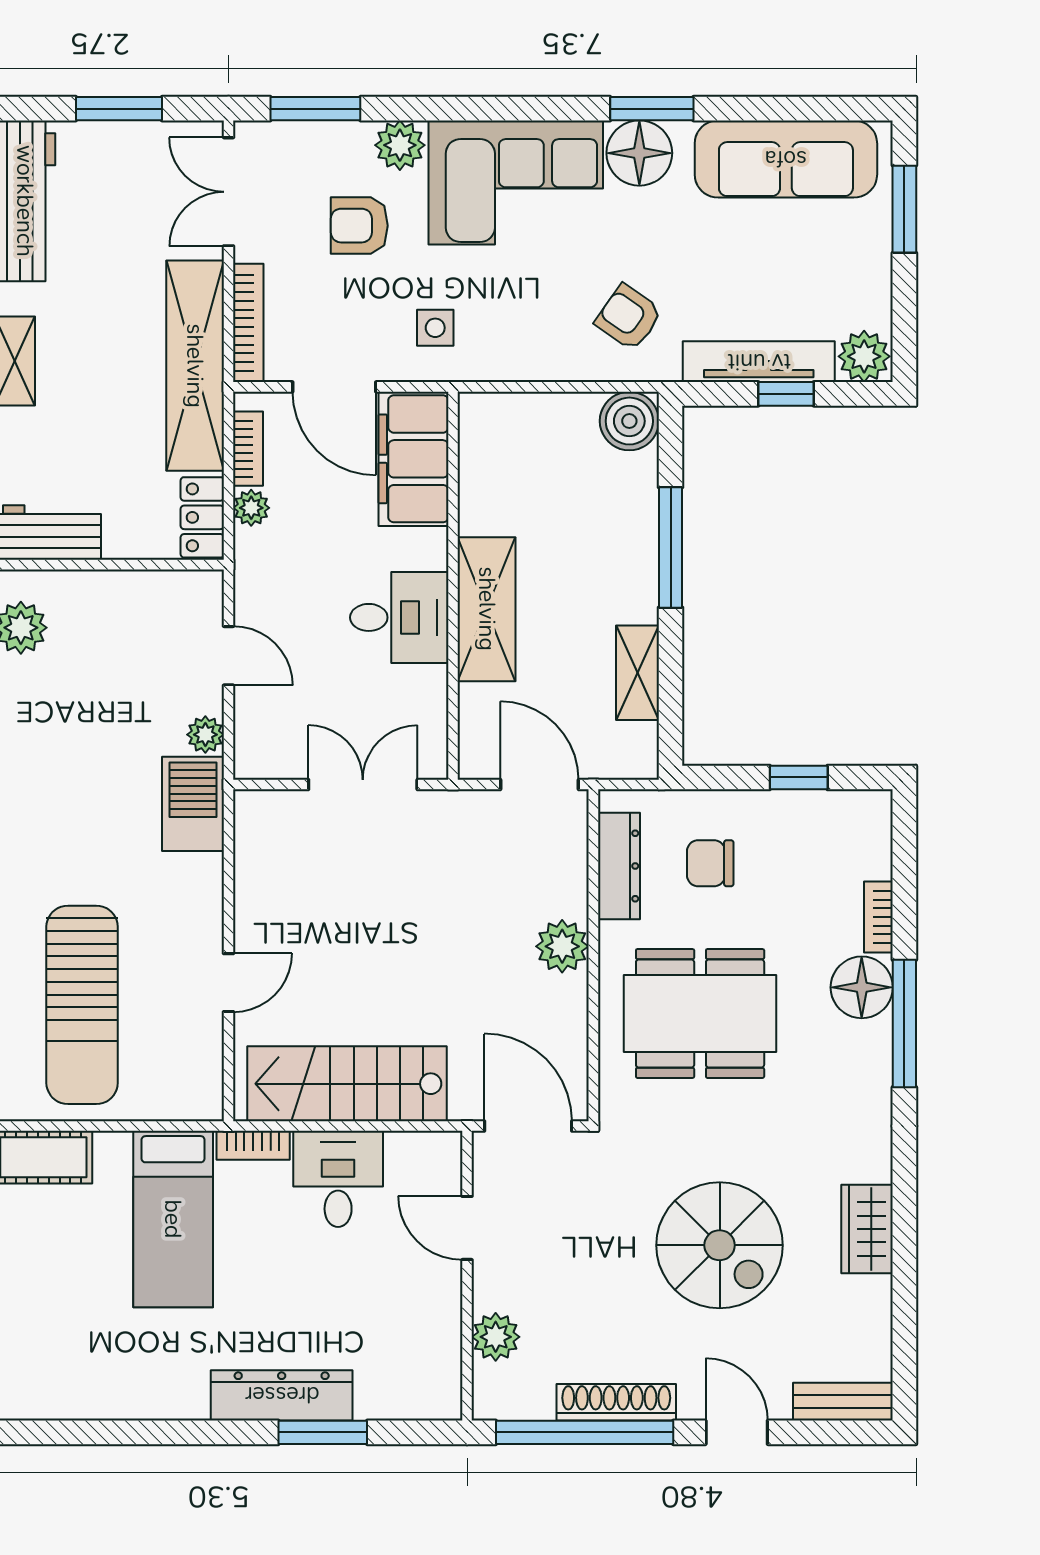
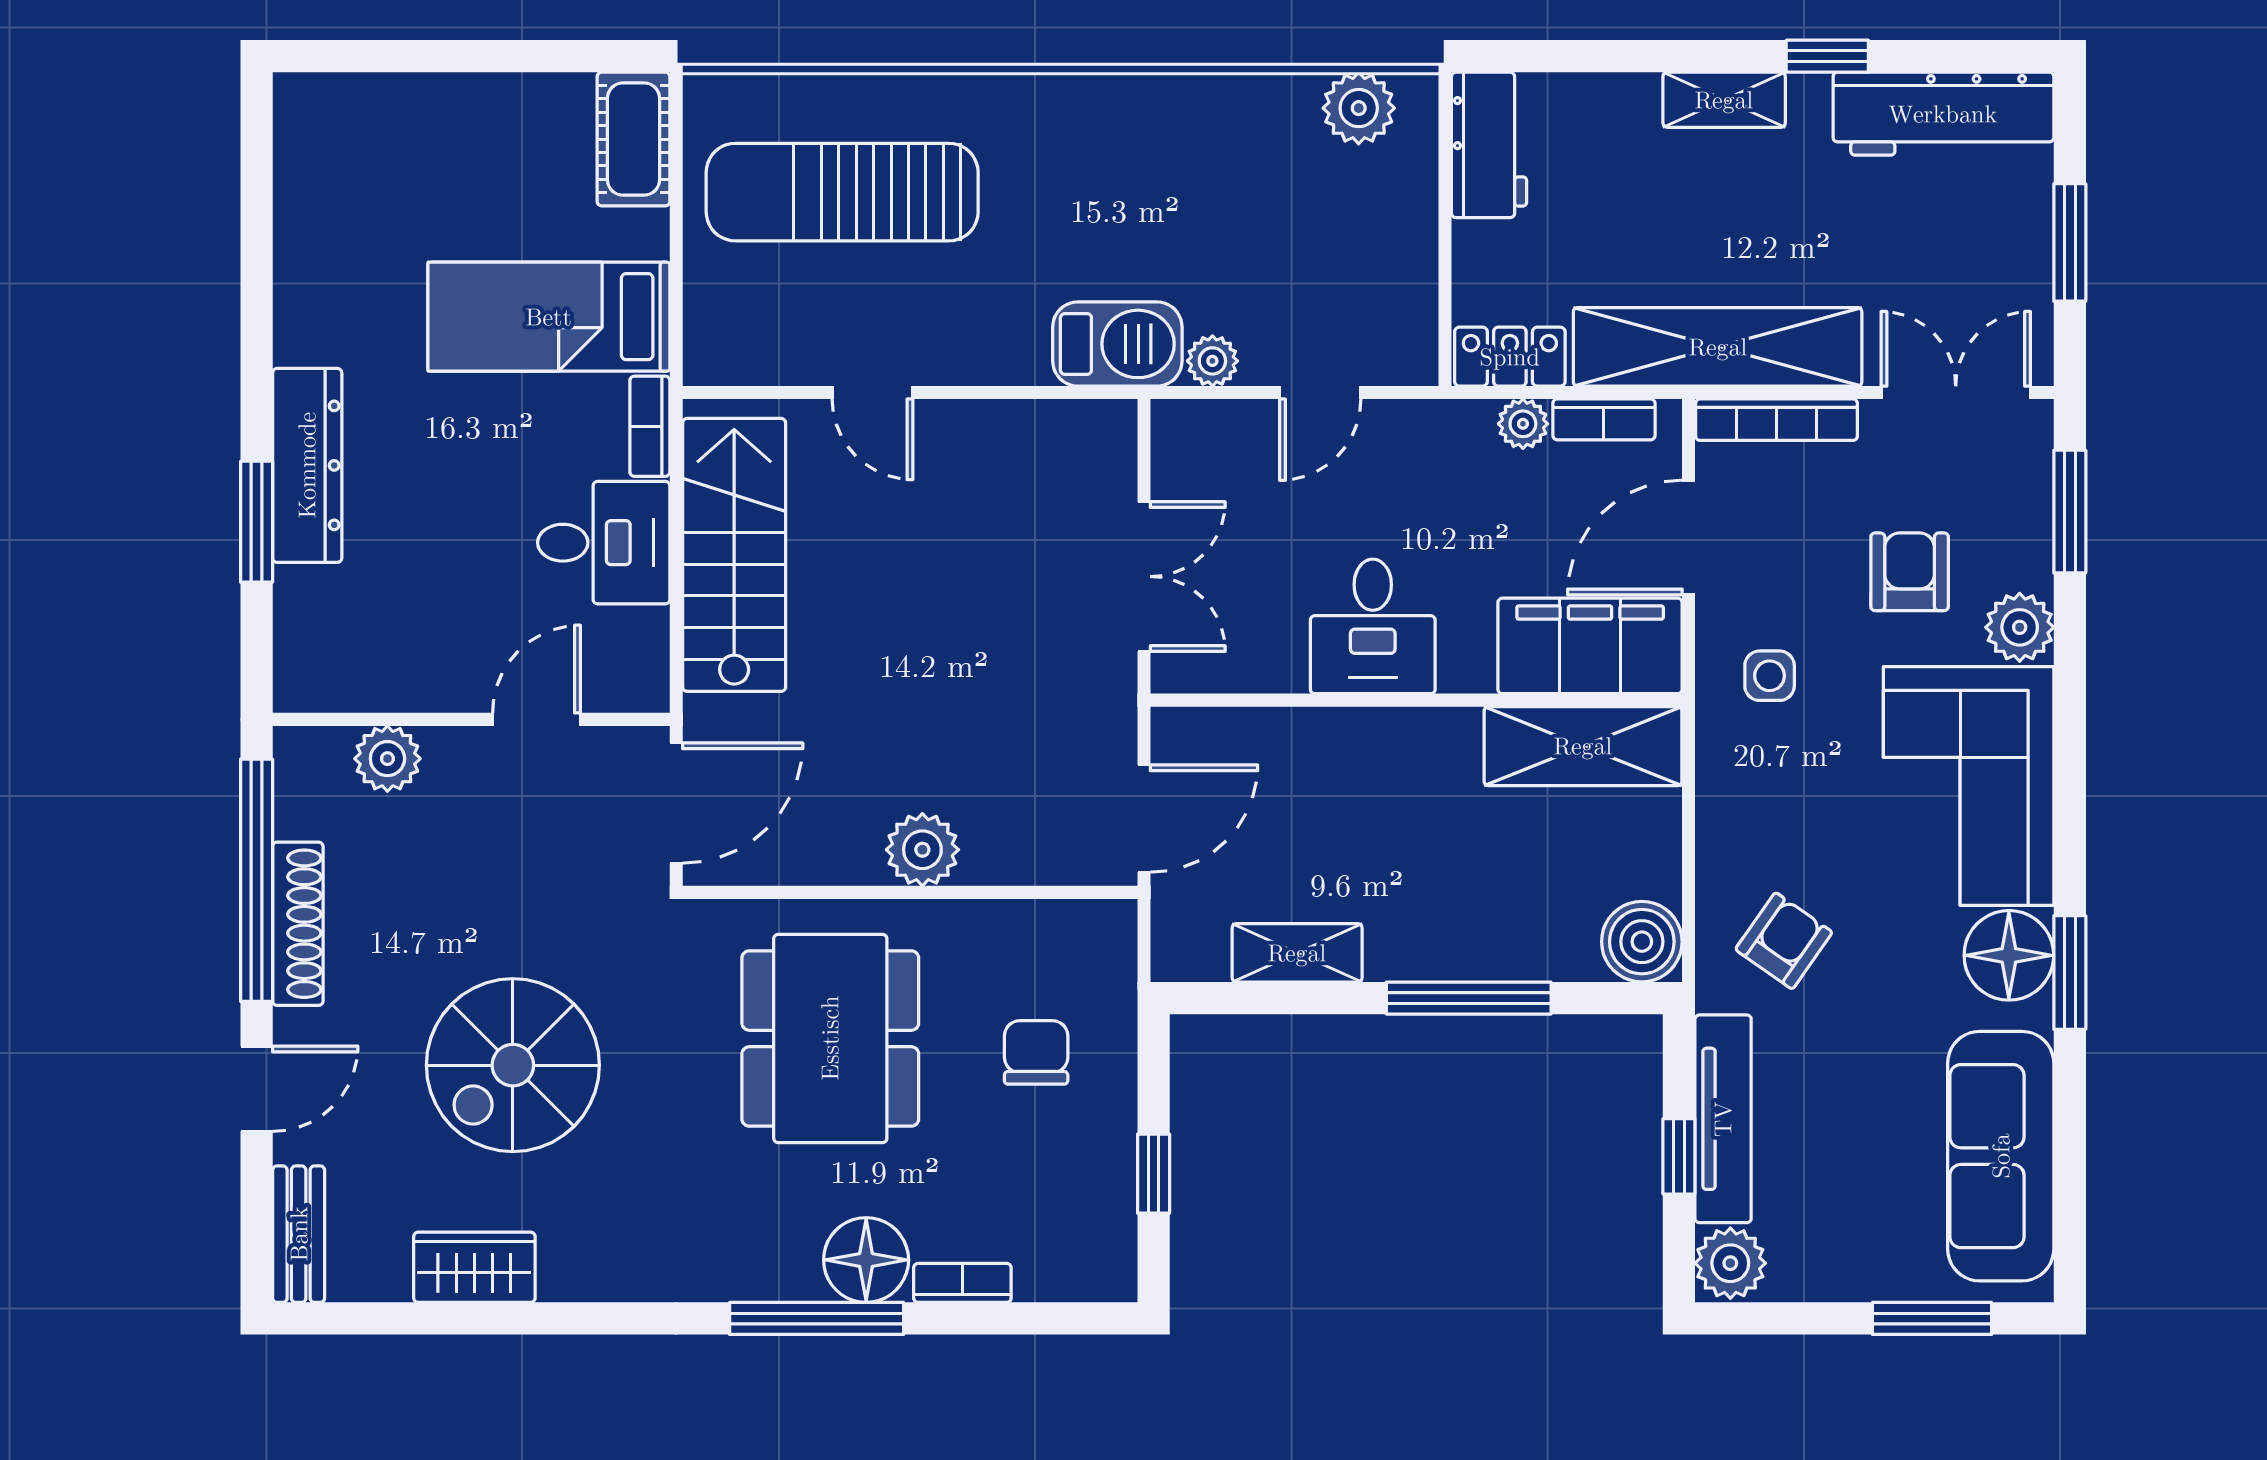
shelving: (487, 609) -> (1583, 746), moved
dresser: (619, 866) -> (1032, 927), removed
wardrobe: (867, 1229) -> (474, 1267), moved

